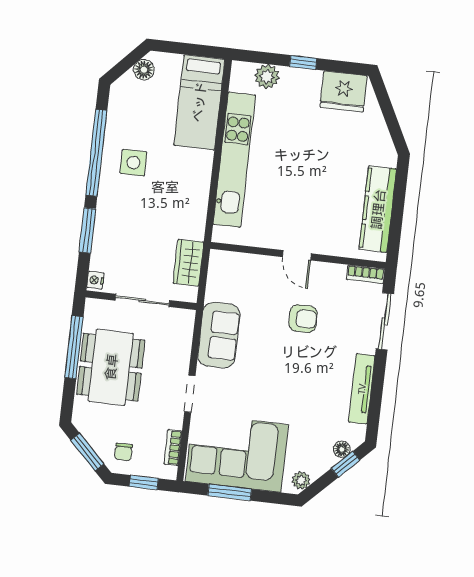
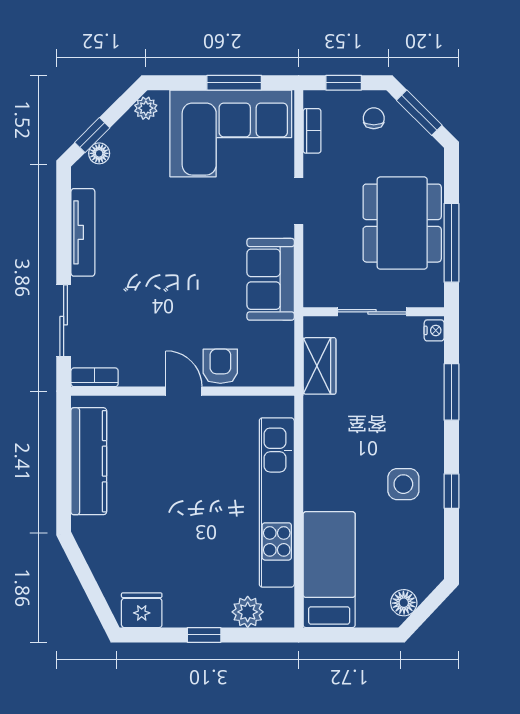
fridge: (344, 91) -> (142, 610), width x0.73, depth x0.75
window: (96, 153) -> (451, 491), width x0.32
armchair: (303, 319) -> (220, 366), moved, turned 90

